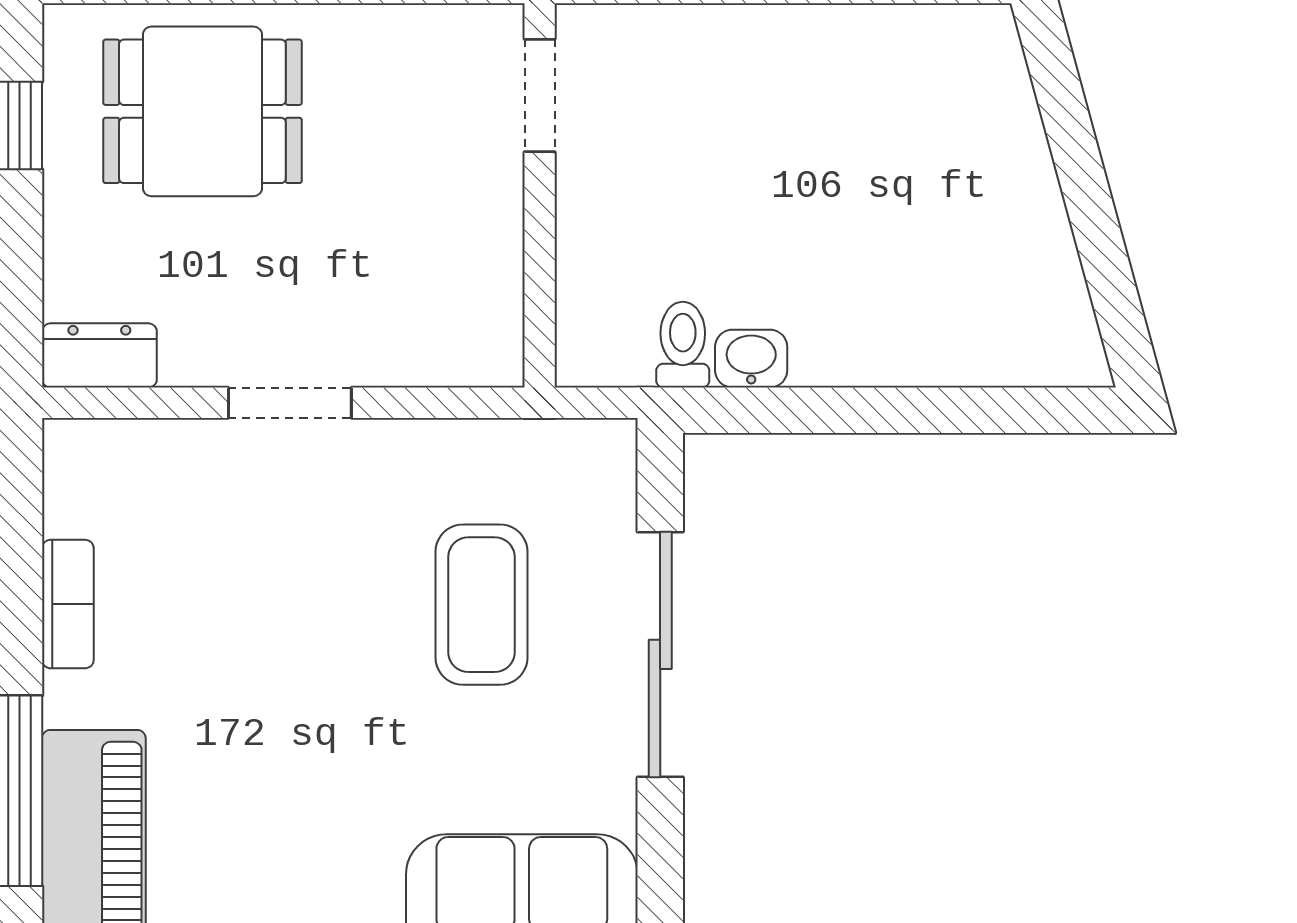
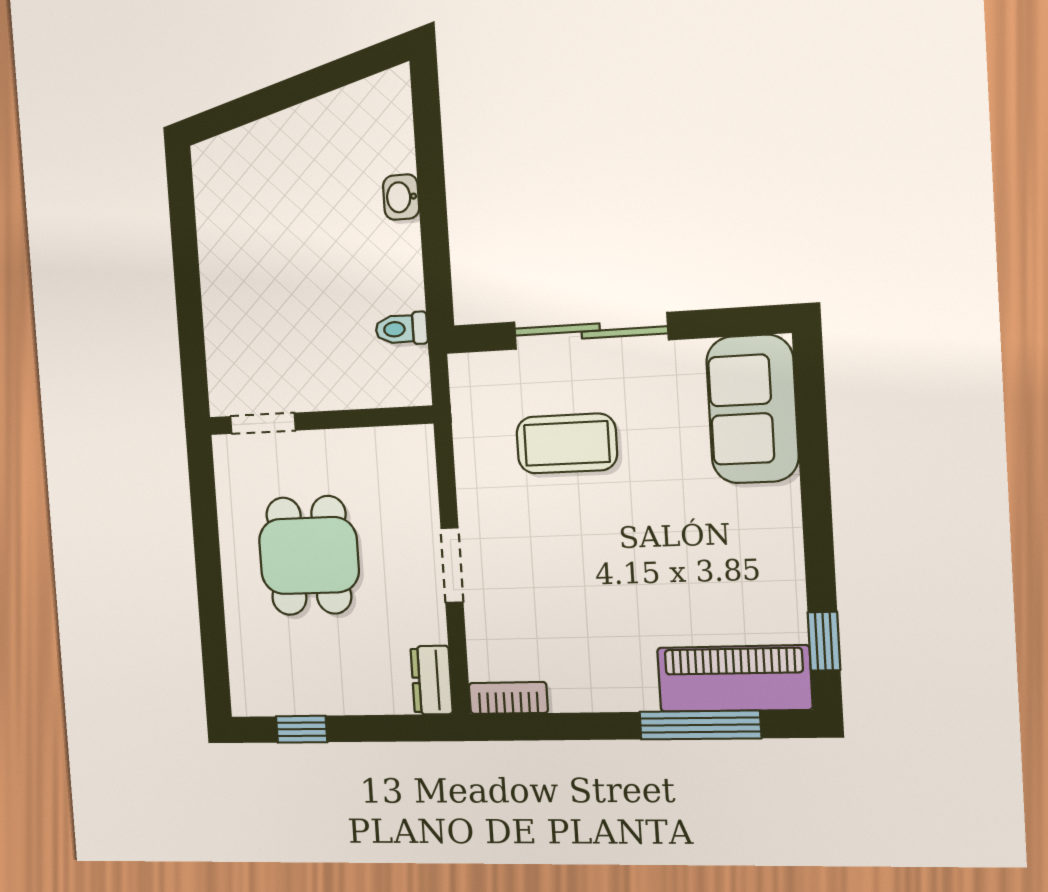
dining table: (202, 111) -> (309, 556), moved
washbasin: (751, 359) -> (401, 197), moved
bookcase: (68, 604) -> (508, 698), moved

